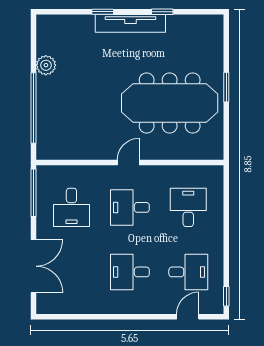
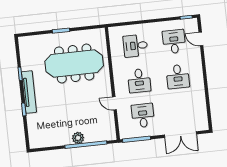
plant: (46, 65) -> (78, 138), moved
meeting table: (170, 103) -> (74, 64), turned 90
door: (128, 163) -> (114, 103), moved
desk: (71, 207) -> (143, 116), turned -90
double door: (33, 266) -> (180, 135), swing flipped

